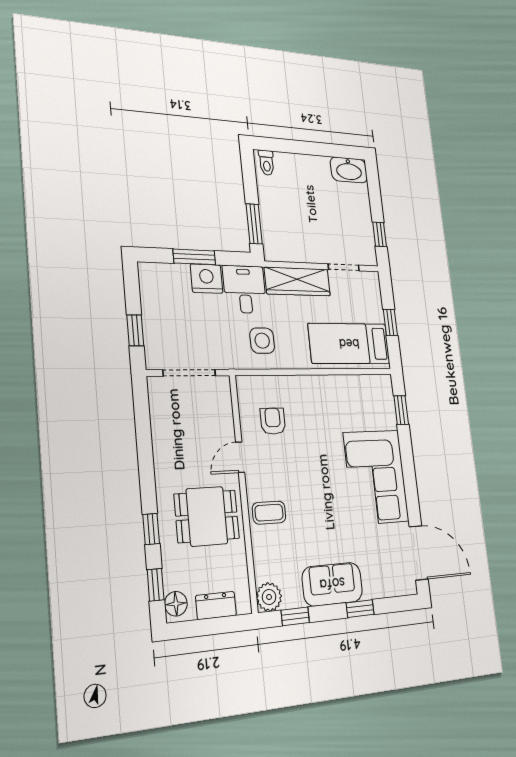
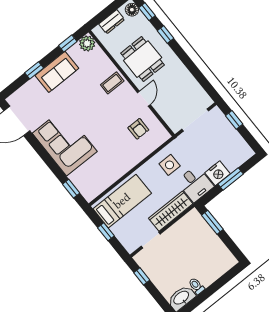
toilet: (267, 163) -> (196, 286), moved
dining table: (207, 516) -> (143, 59), turned 90

